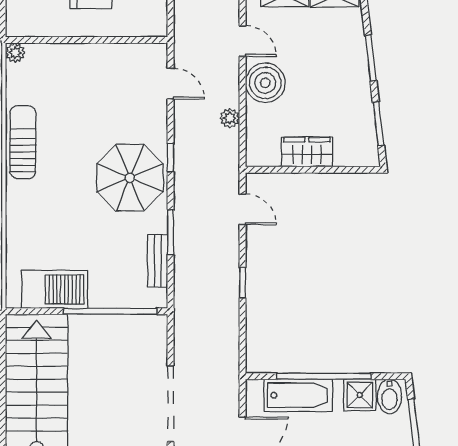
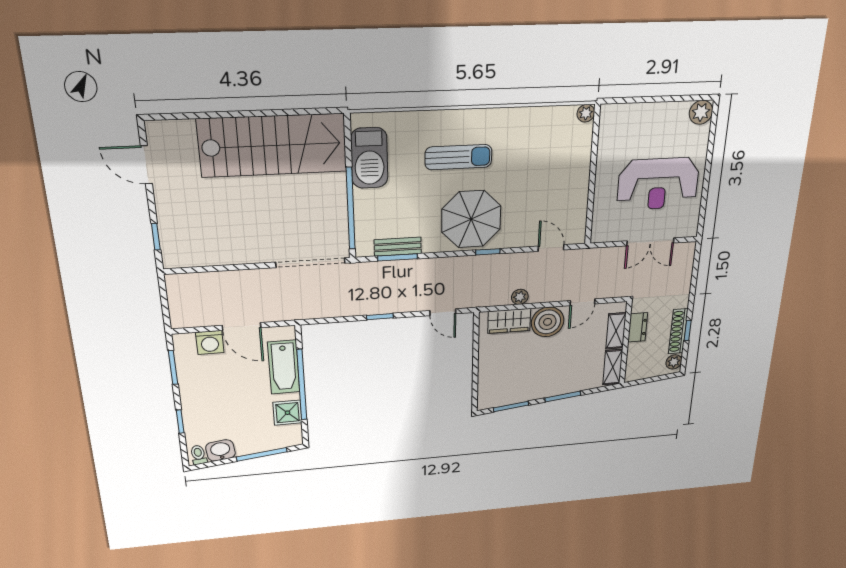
door: (171, 84) -> (551, 248), swing flipped
sun lounger: (23, 142) -> (458, 157), moved
wardrobe: (307, 152) -> (509, 321), moved, turned 90
door: (243, 209) -> (443, 312), hinge flipped
window: (171, 232) -> (398, 257), moved
bidet: (390, 396) -> (288, 434), removed
doorway: (171, 404) -> (311, 263), moved

